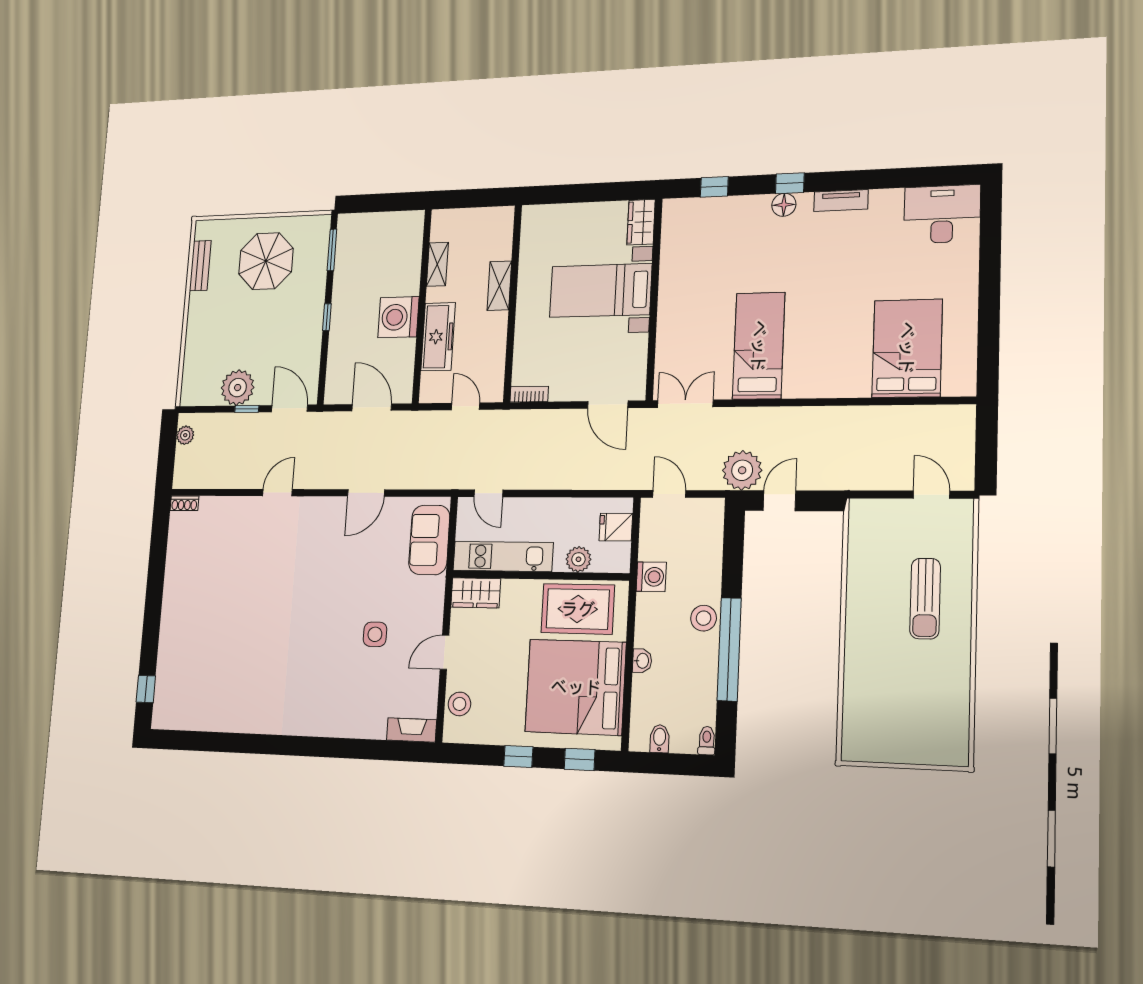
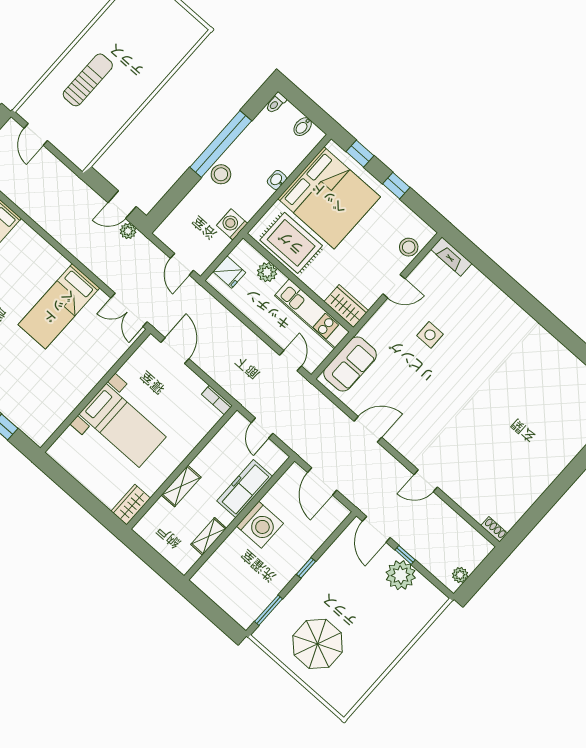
wardrobe: (641, 222) -> (131, 505), moved, turned 180
bench: (200, 266) -> (364, 683), removed
plant: (742, 470) -> (128, 231), width x0.53, depth x0.53

